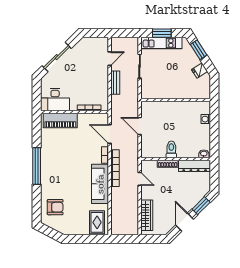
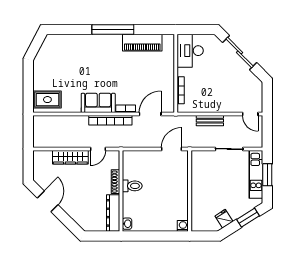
door: (110, 59) -> (250, 114), moved
washing machine: (206, 119) -> (183, 226), moved
piano: (60, 121) -> (142, 43), moved, turned -90
door: (140, 126) -> (171, 149), moved
sofa: (100, 184) -> (98, 103), width x0.73
window: (201, 206) -> (67, 221), removed
armchair: (55, 207) -> (65, 51), removed
wardrobe: (147, 215) -> (70, 157), moved
door: (185, 222) -> (48, 201), hinge flipped

